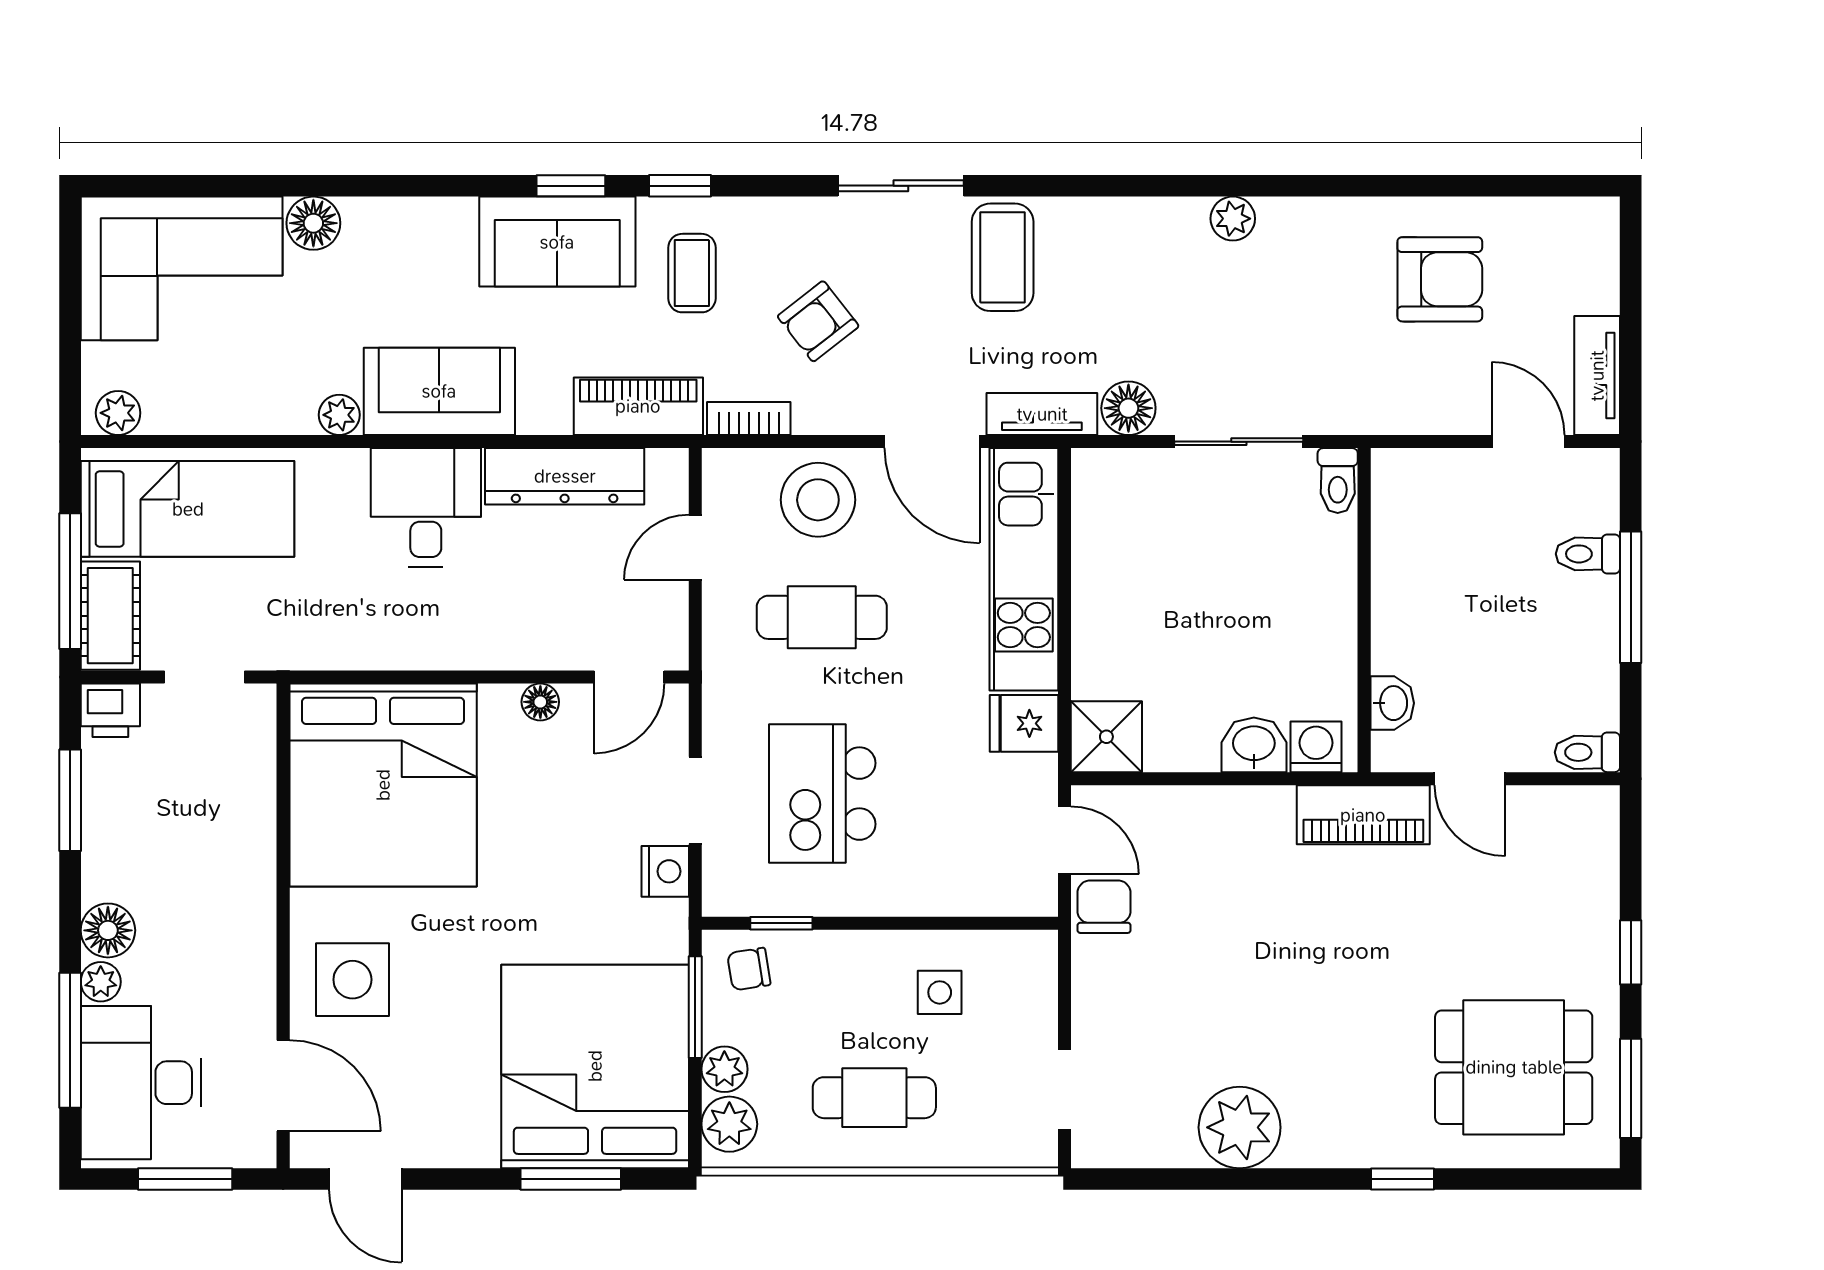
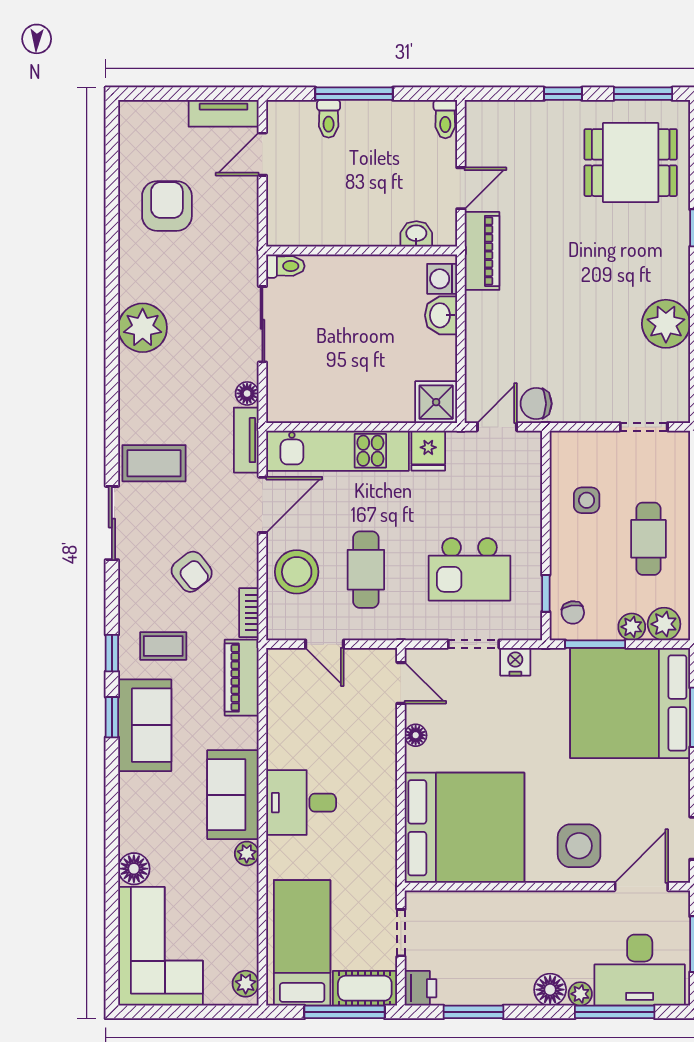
plant: (1233, 219) -> (143, 328), width x1.88, depth x1.88
floor lamp: (1128, 408) -> (247, 393), width x0.73, depth x0.73
dresser: (565, 476) -> (283, 721), removed
dining table: (1514, 1067) -> (631, 163), turned 90

